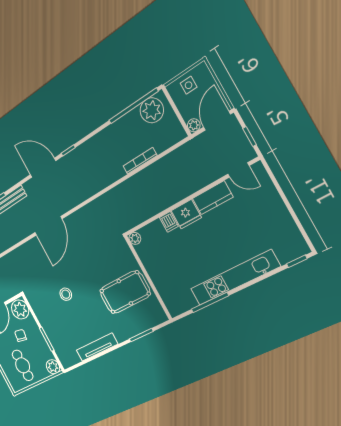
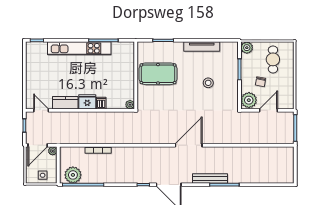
stool: (66, 294) -> (208, 83), moved

